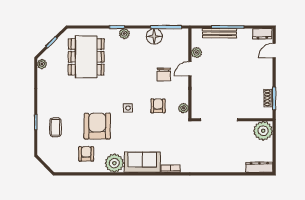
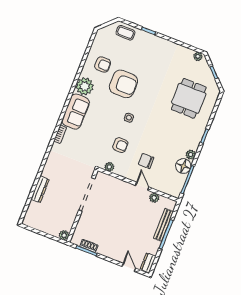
plant: (124, 34) -> (191, 155), moved
dining table: (86, 57) -> (189, 98), width x0.73
coffee table: (55, 127) -> (126, 33), moved
plant: (263, 131) -> (64, 235), width x0.53, depth x0.53
dresser: (259, 167) -> (40, 189), moved

